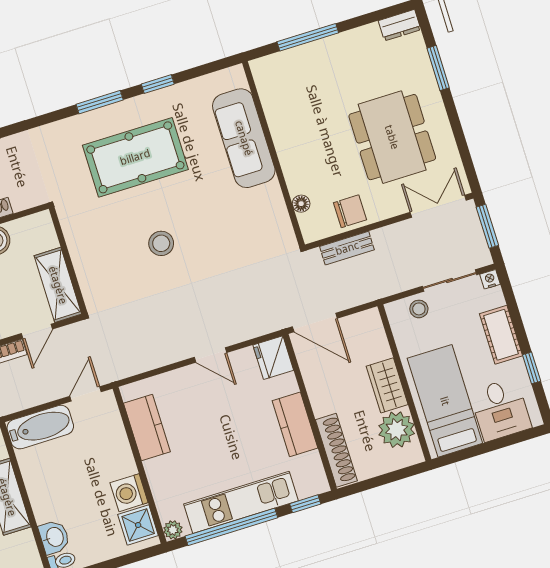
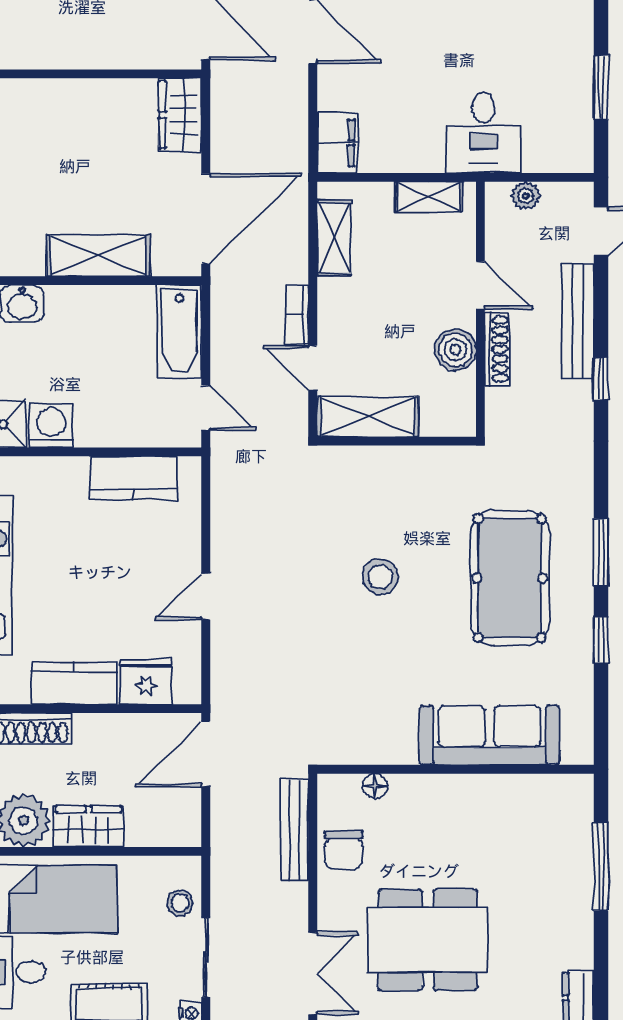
bench: (347, 248) -> (294, 830), width x1.36
fridge: (273, 358) -> (146, 682), moved

